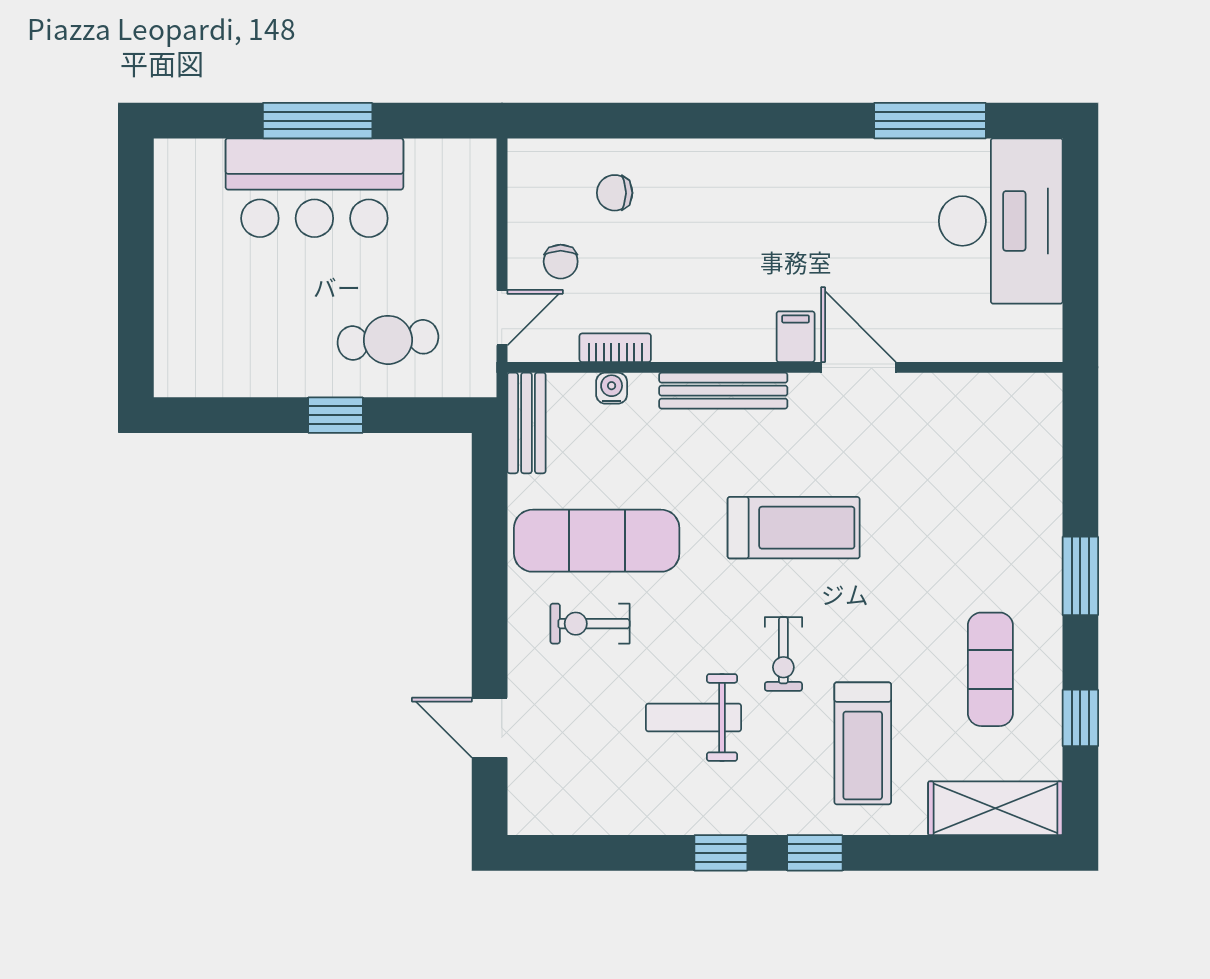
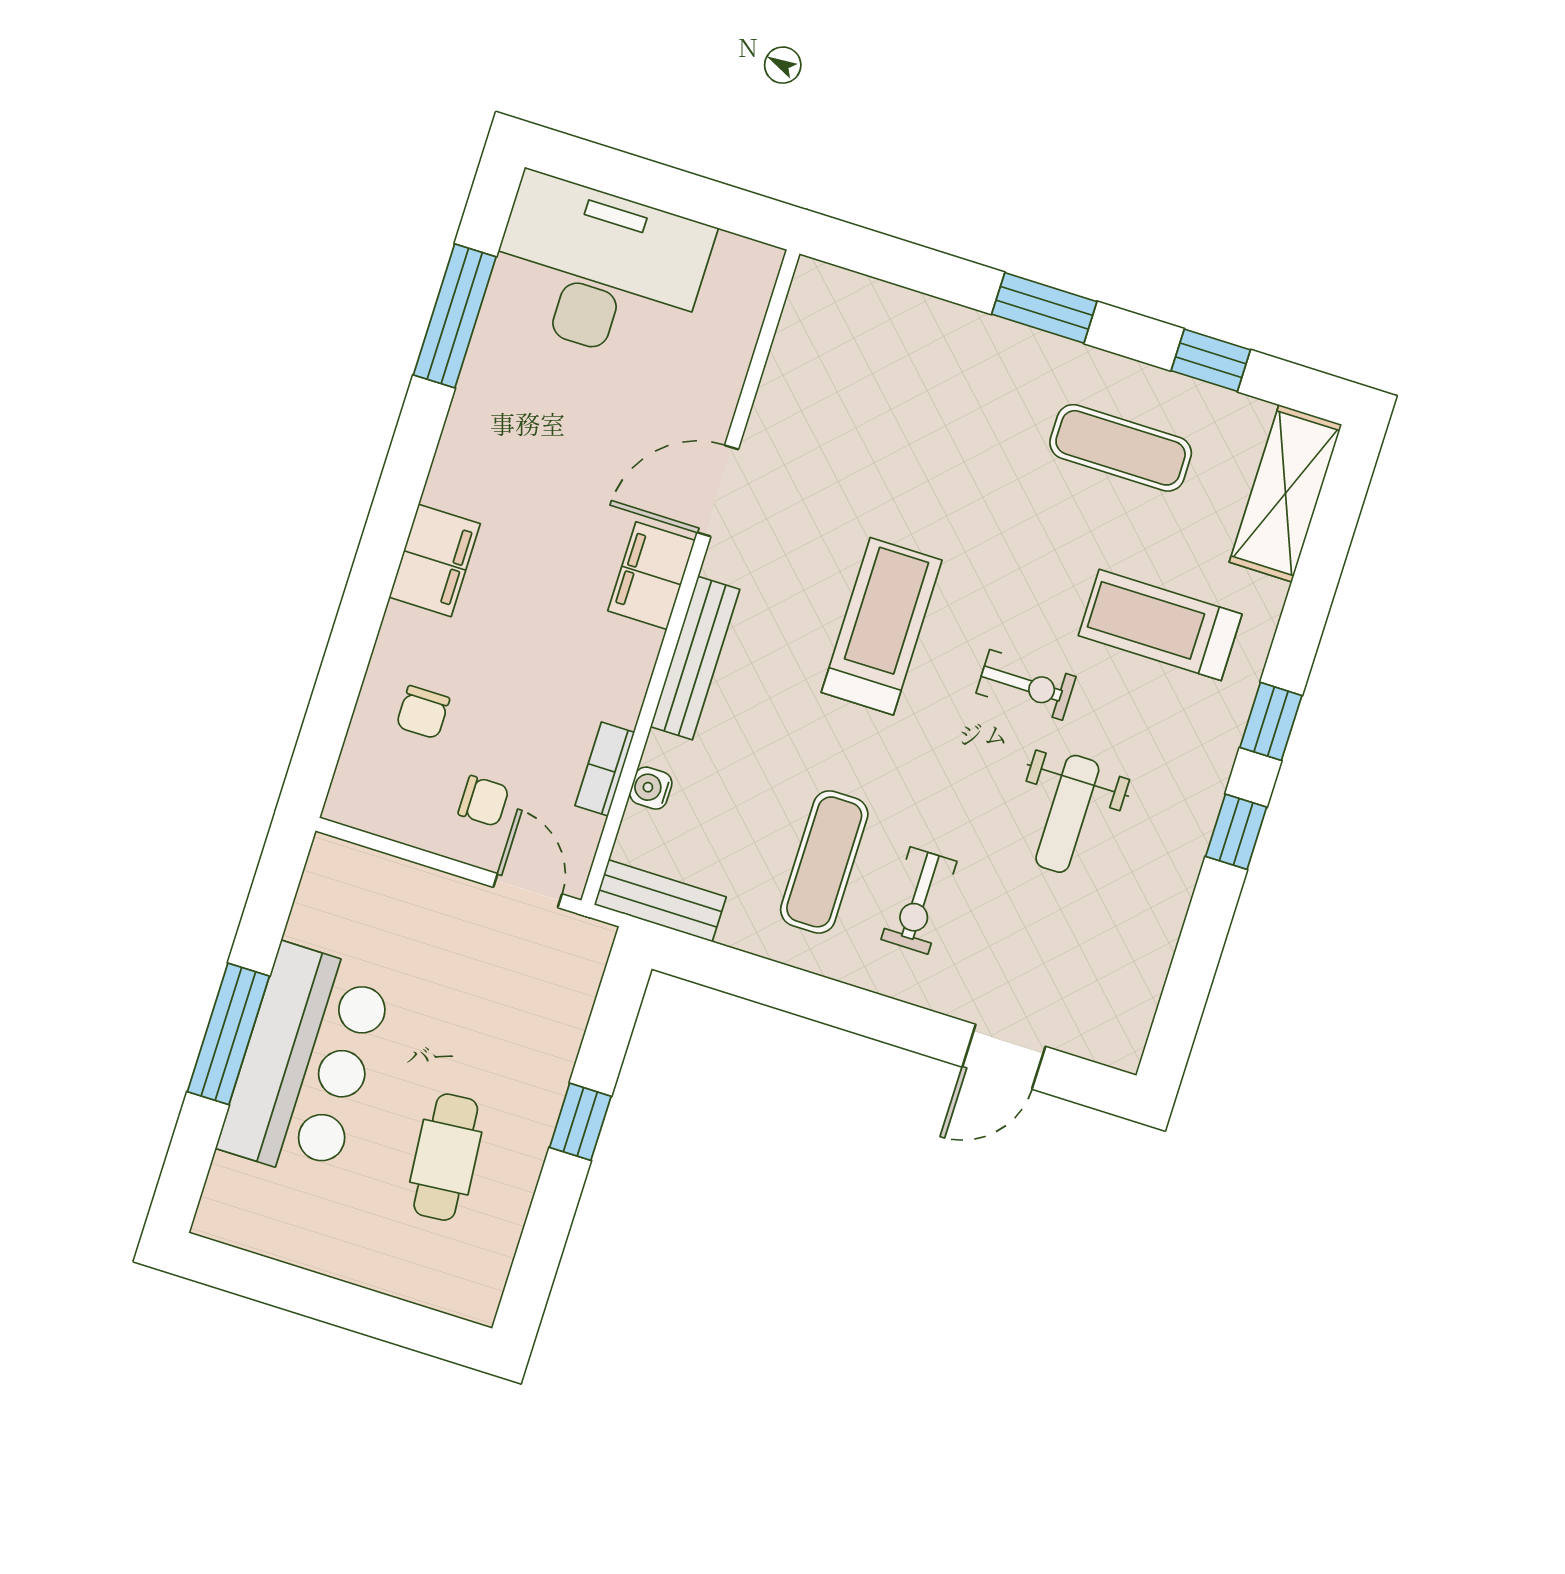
filing cabinet: (735, 165) -> (435, 560), added
filing cabinet: (796, 337) -> (652, 576), width x2.00
cafe table: (388, 340) -> (446, 1157), moved
exercise mat: (597, 541) -> (824, 862), width x0.73, depth x0.69
treadmill: (863, 743) -> (1160, 625), turned 180

